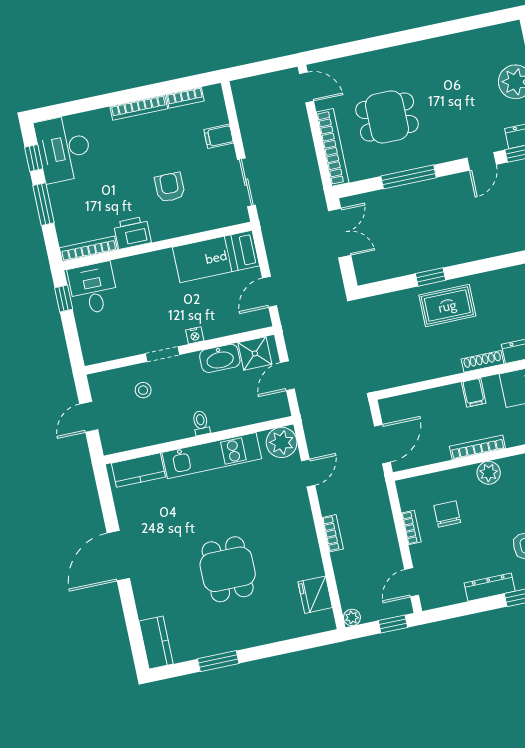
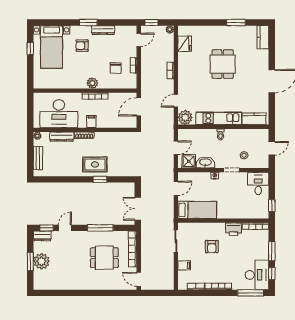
window: (69, 108) -> (251, 293), added
desk: (93, 288) -> (258, 183), moved, turned 180

